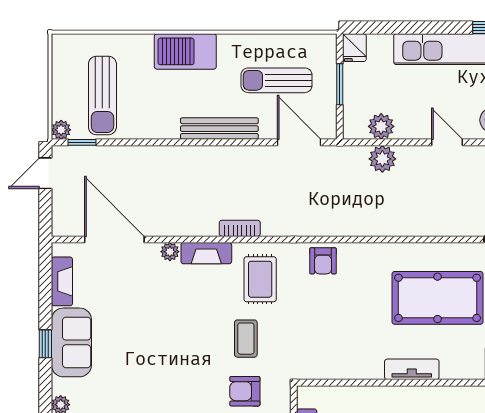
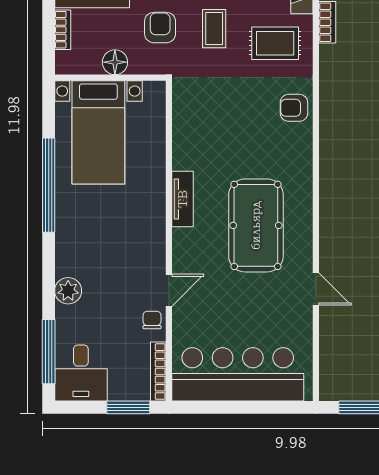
coffee table: (246, 339) -> (214, 29), turned 90

